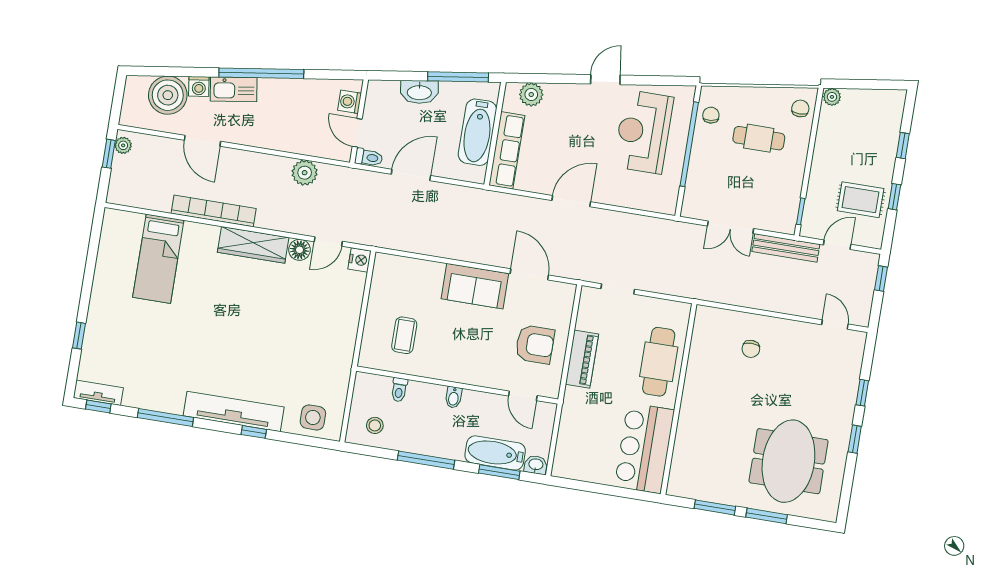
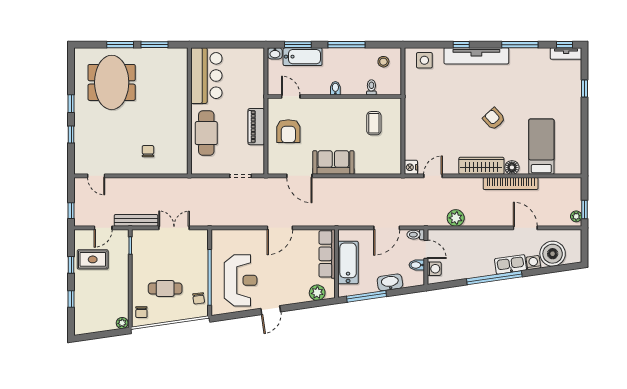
bidet: (375, 112) -> (417, 265), added
floor lamp: (299, 250) -> (512, 167), moved
armchair: (223, 312) -> (494, 119), added
armchair: (535, 344) -> (288, 131), turned -90

